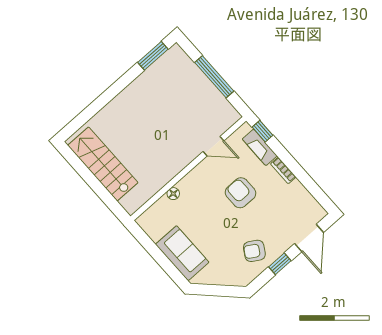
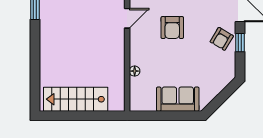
armchair: (241, 193) -> (172, 28), turned -90
armchair: (254, 251) -> (222, 39), moved

